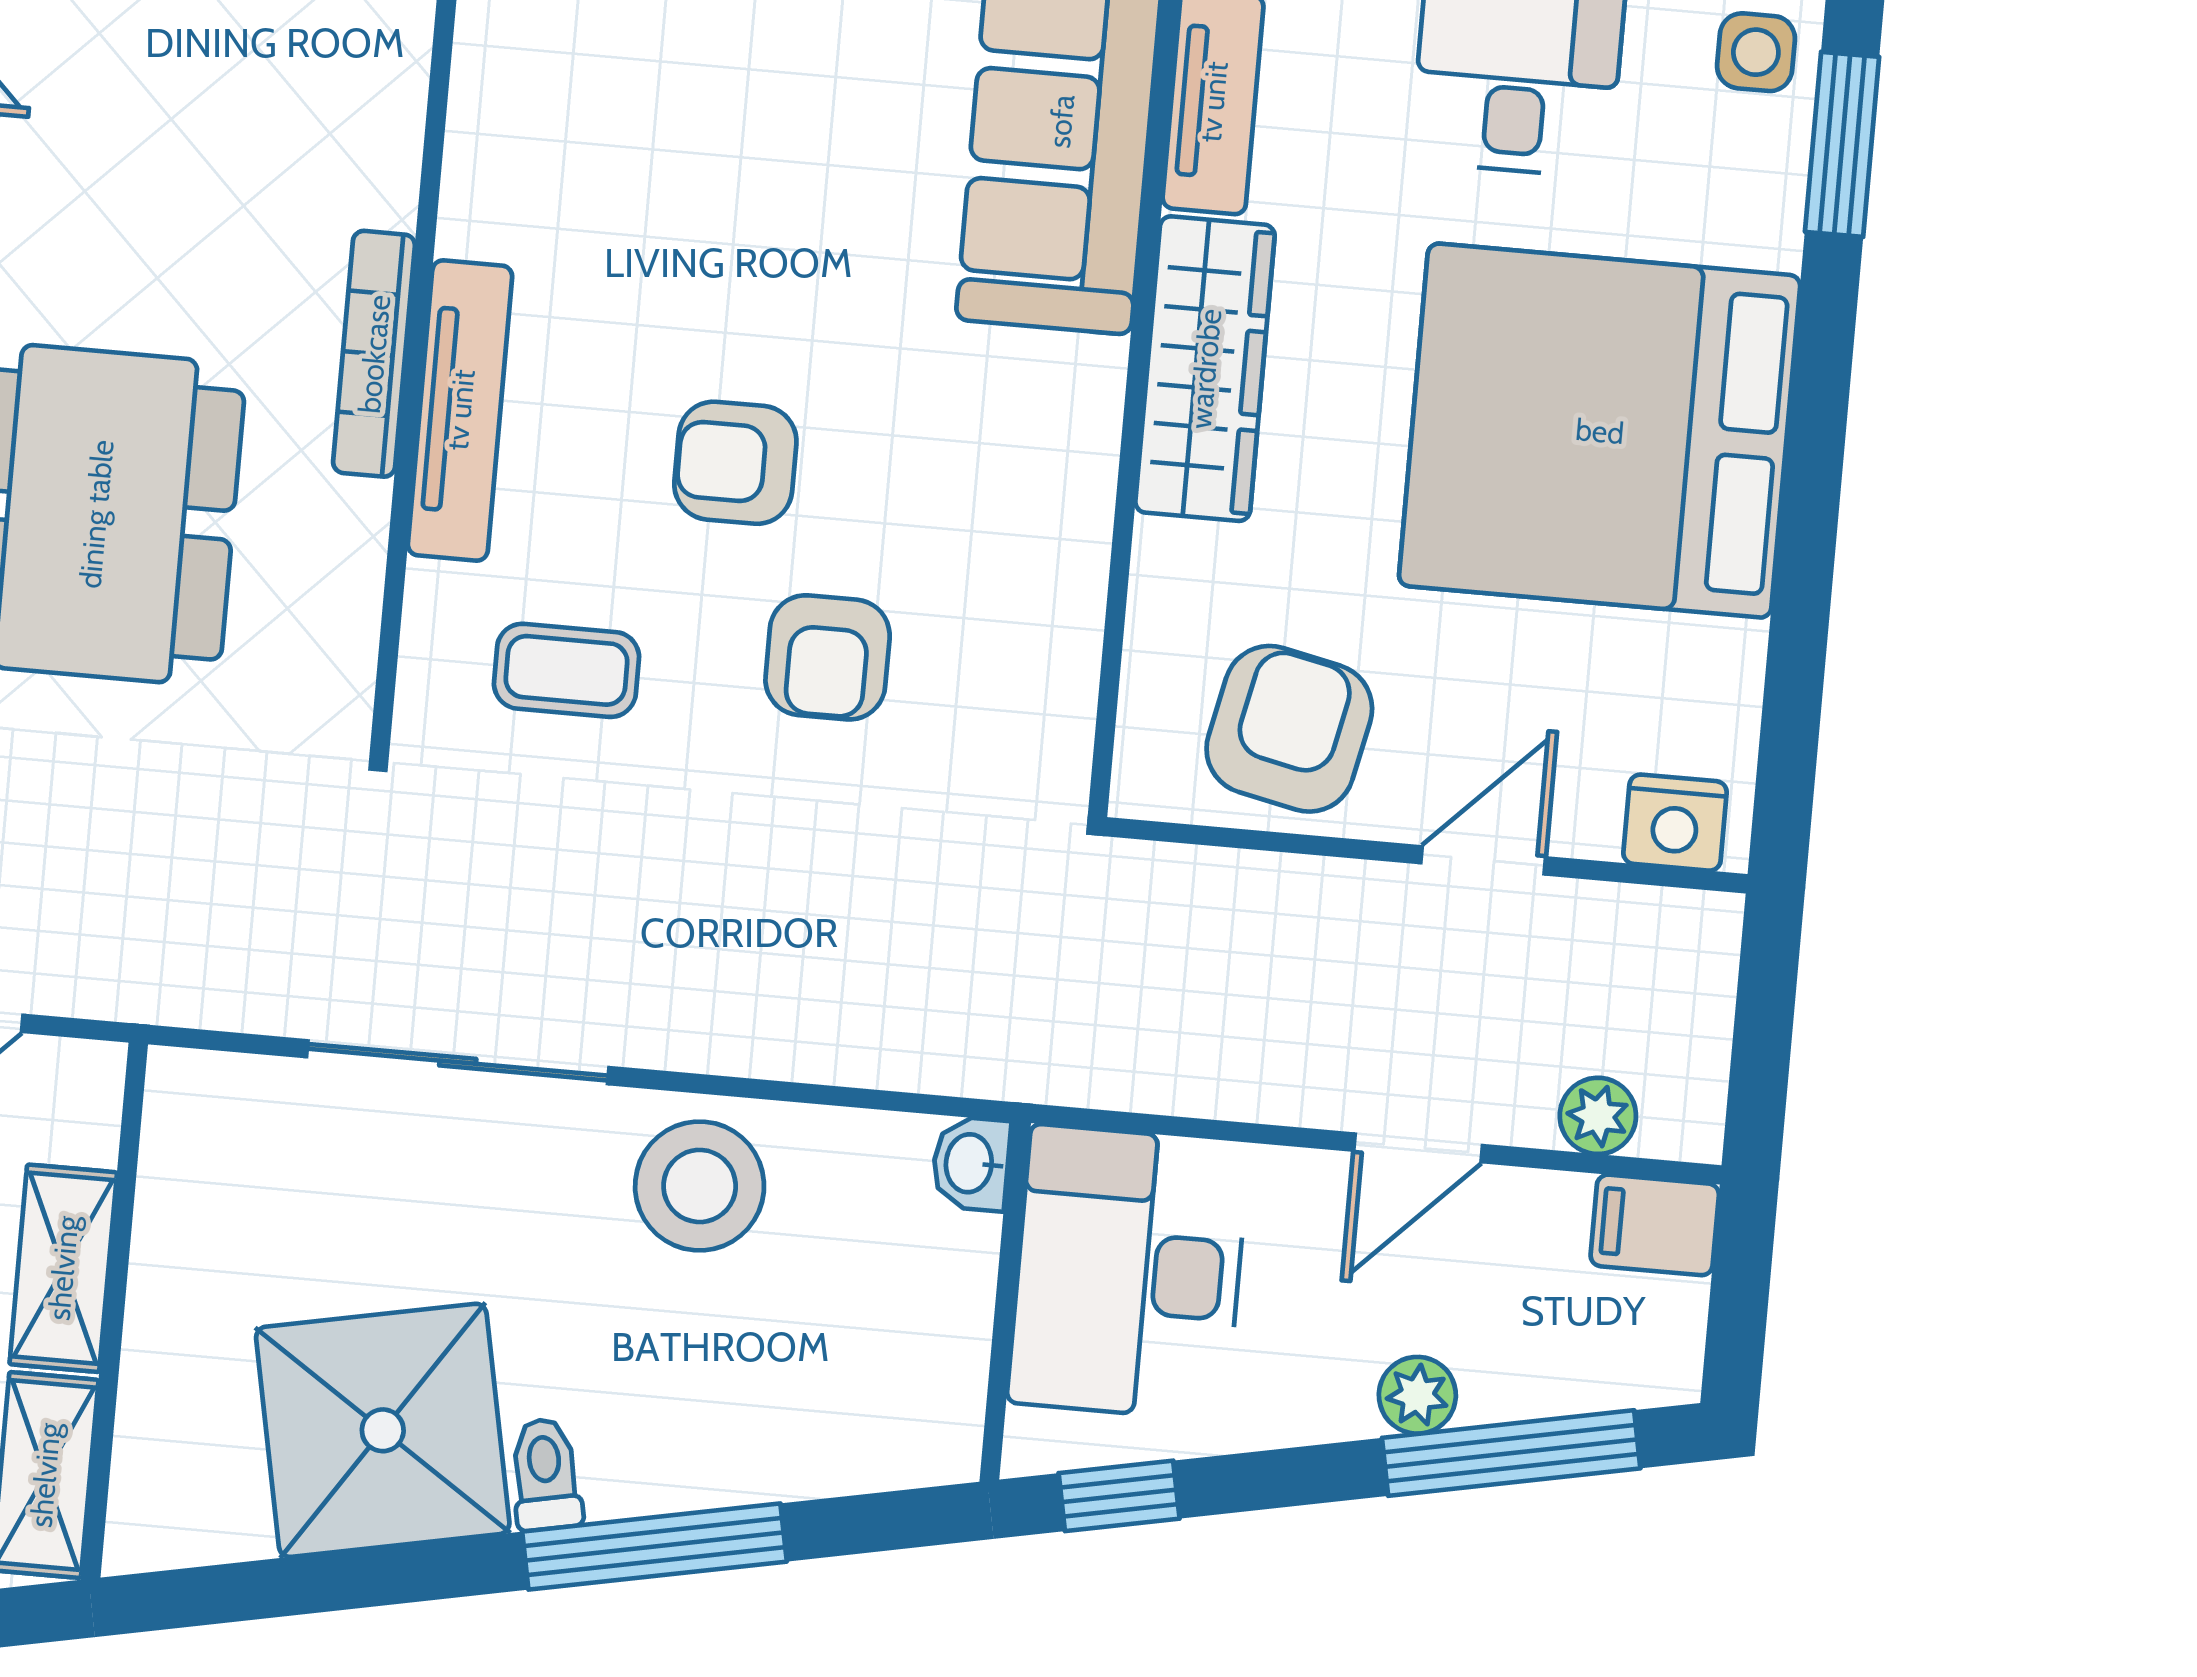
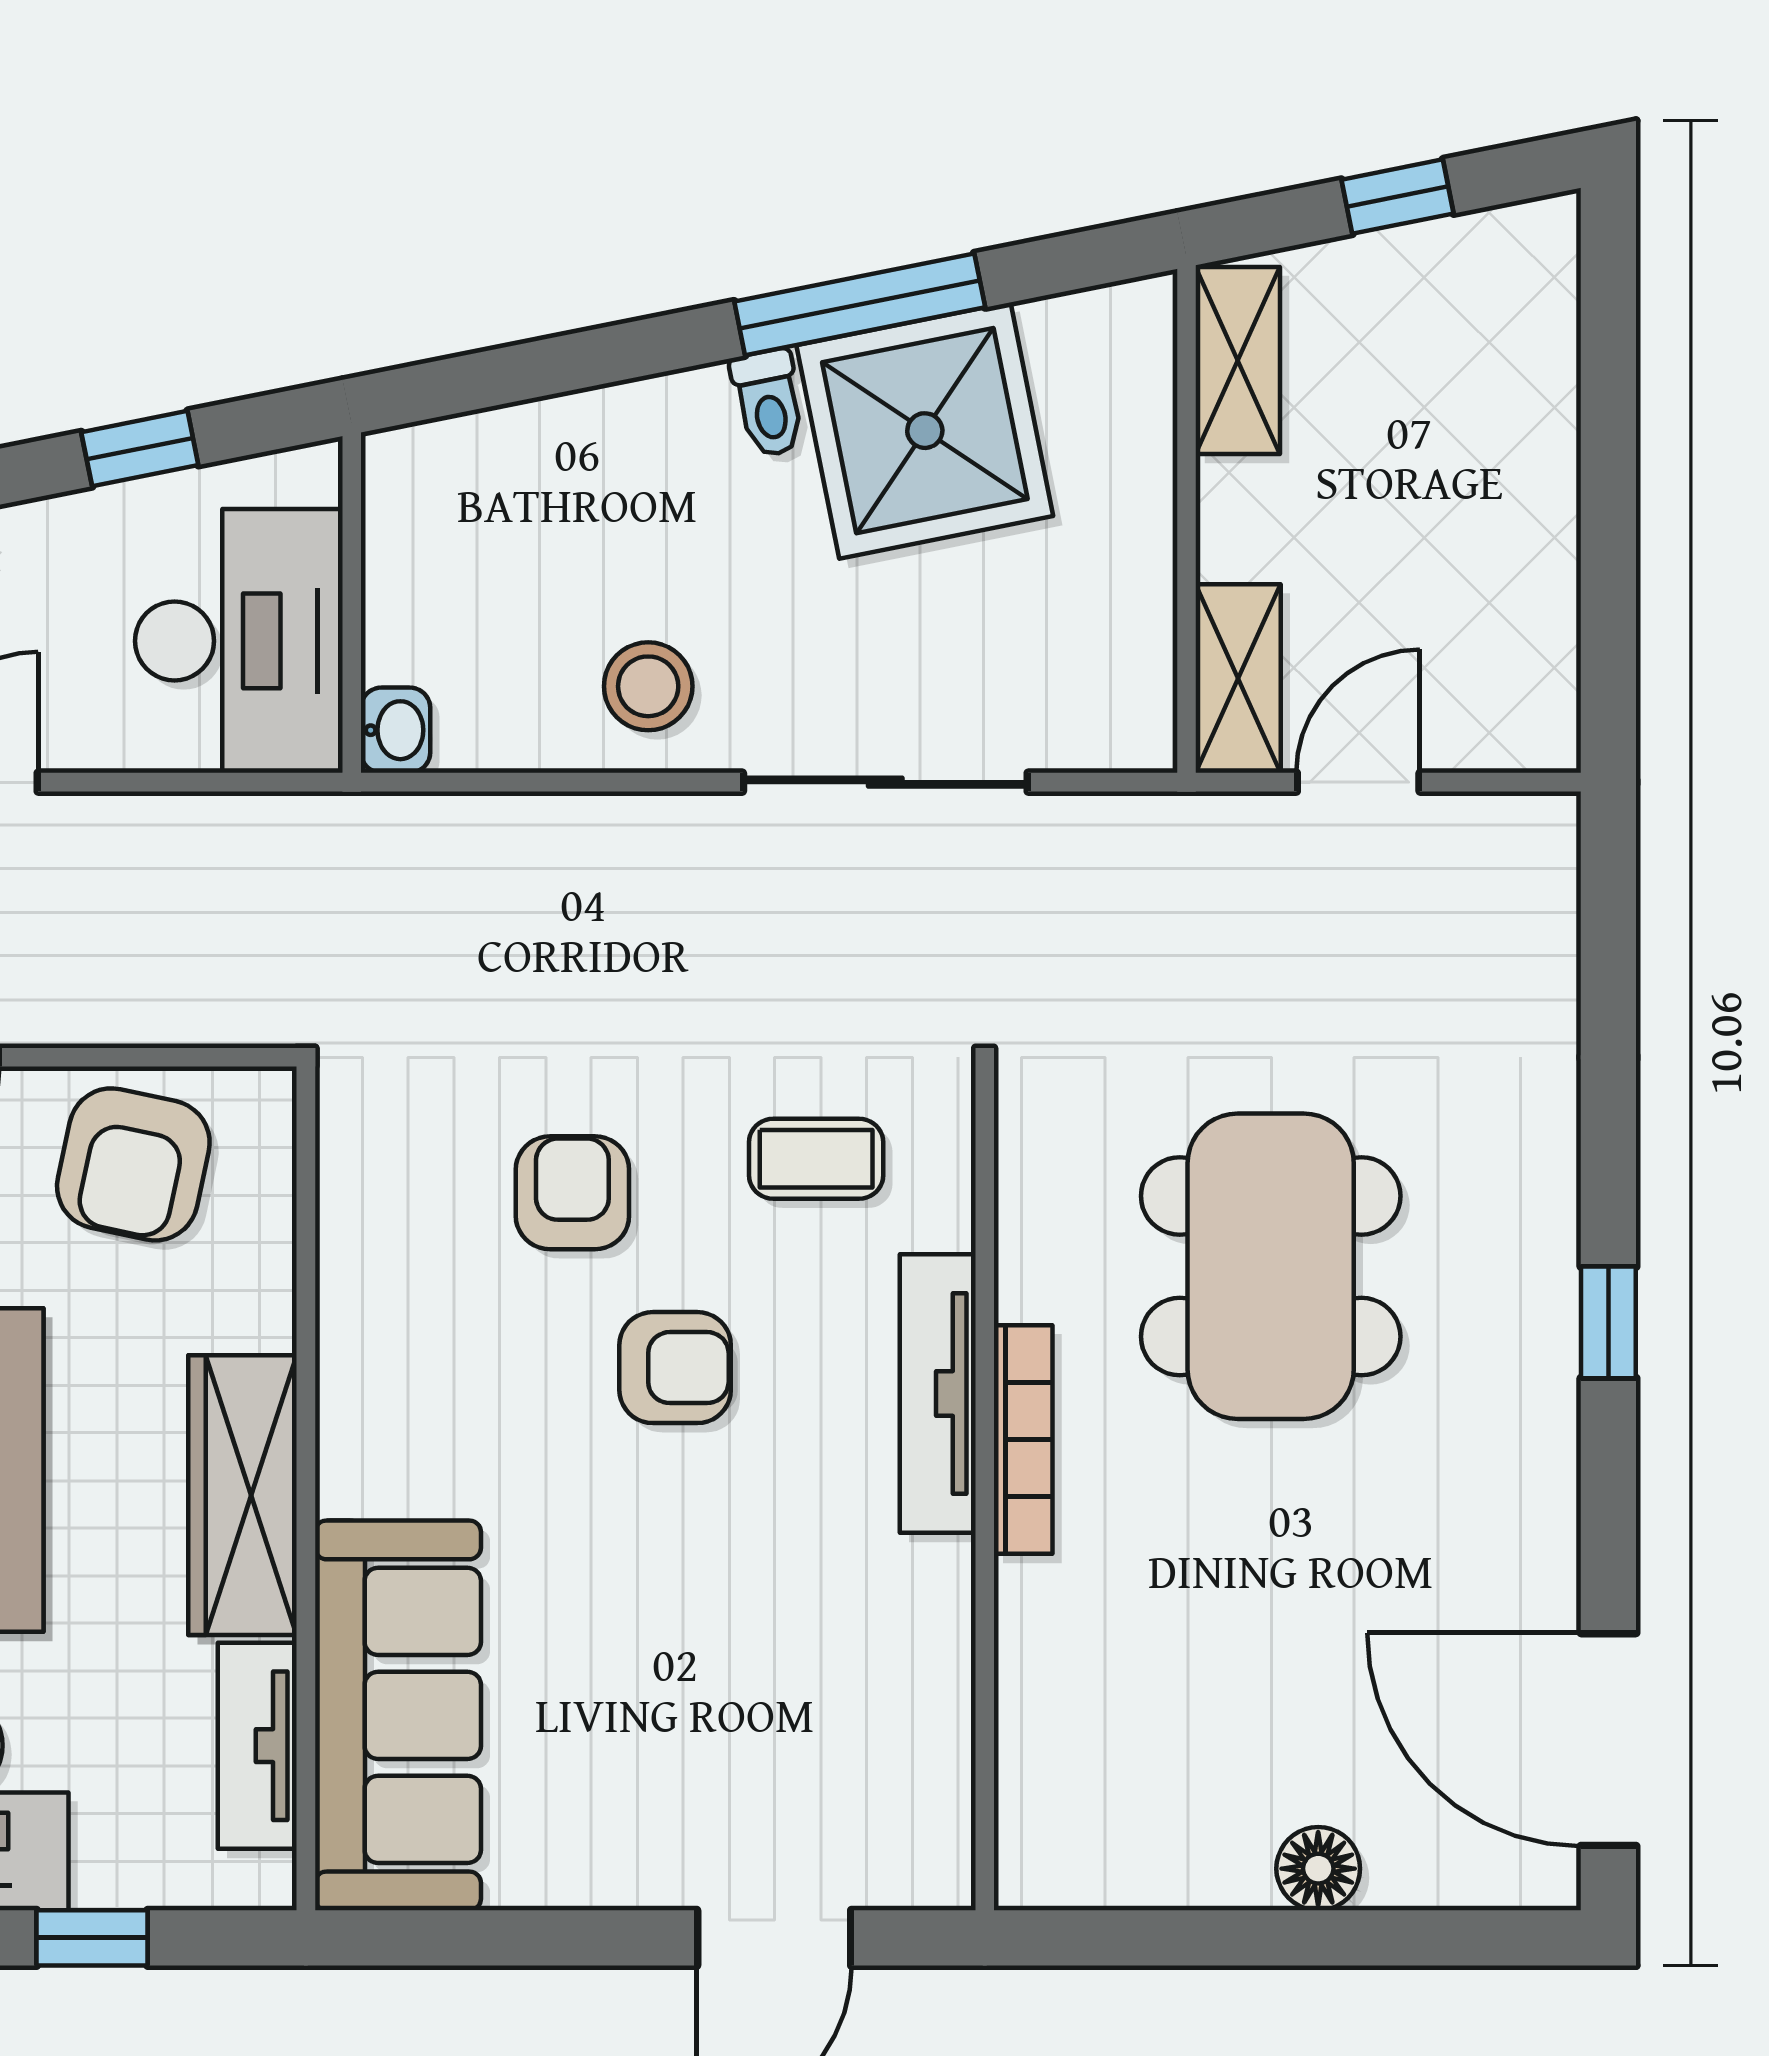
stool: (700, 1186) -> (648, 686), width x0.73, depth x0.73
shelving: (63, 1268) -> (1238, 679), moved
window: (1119, 1496) -> (140, 449), moved
window: (654, 1547) -> (860, 304), moved

